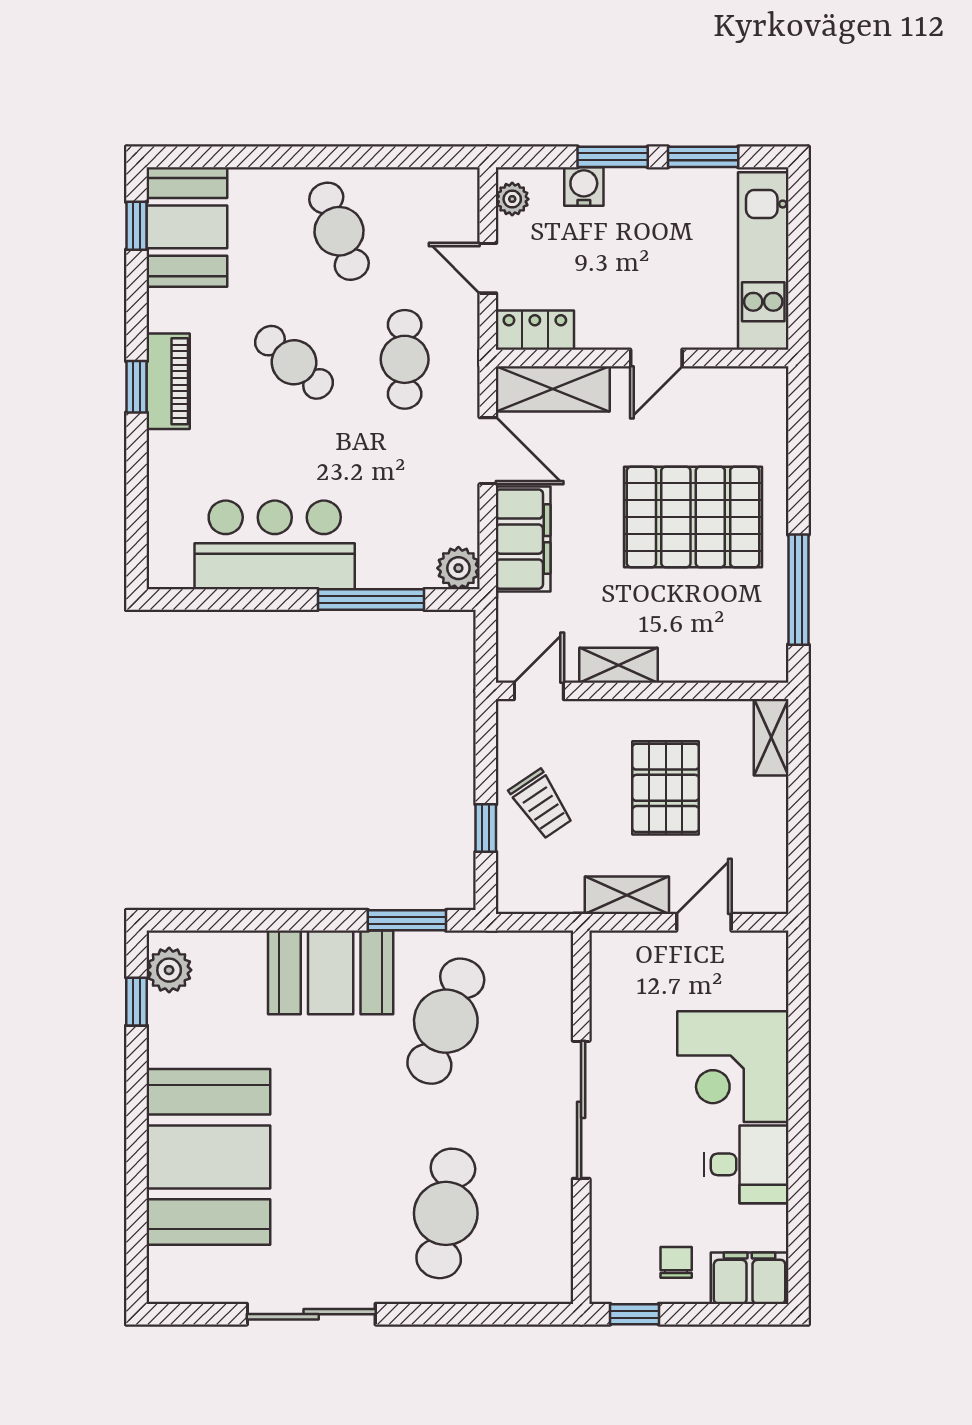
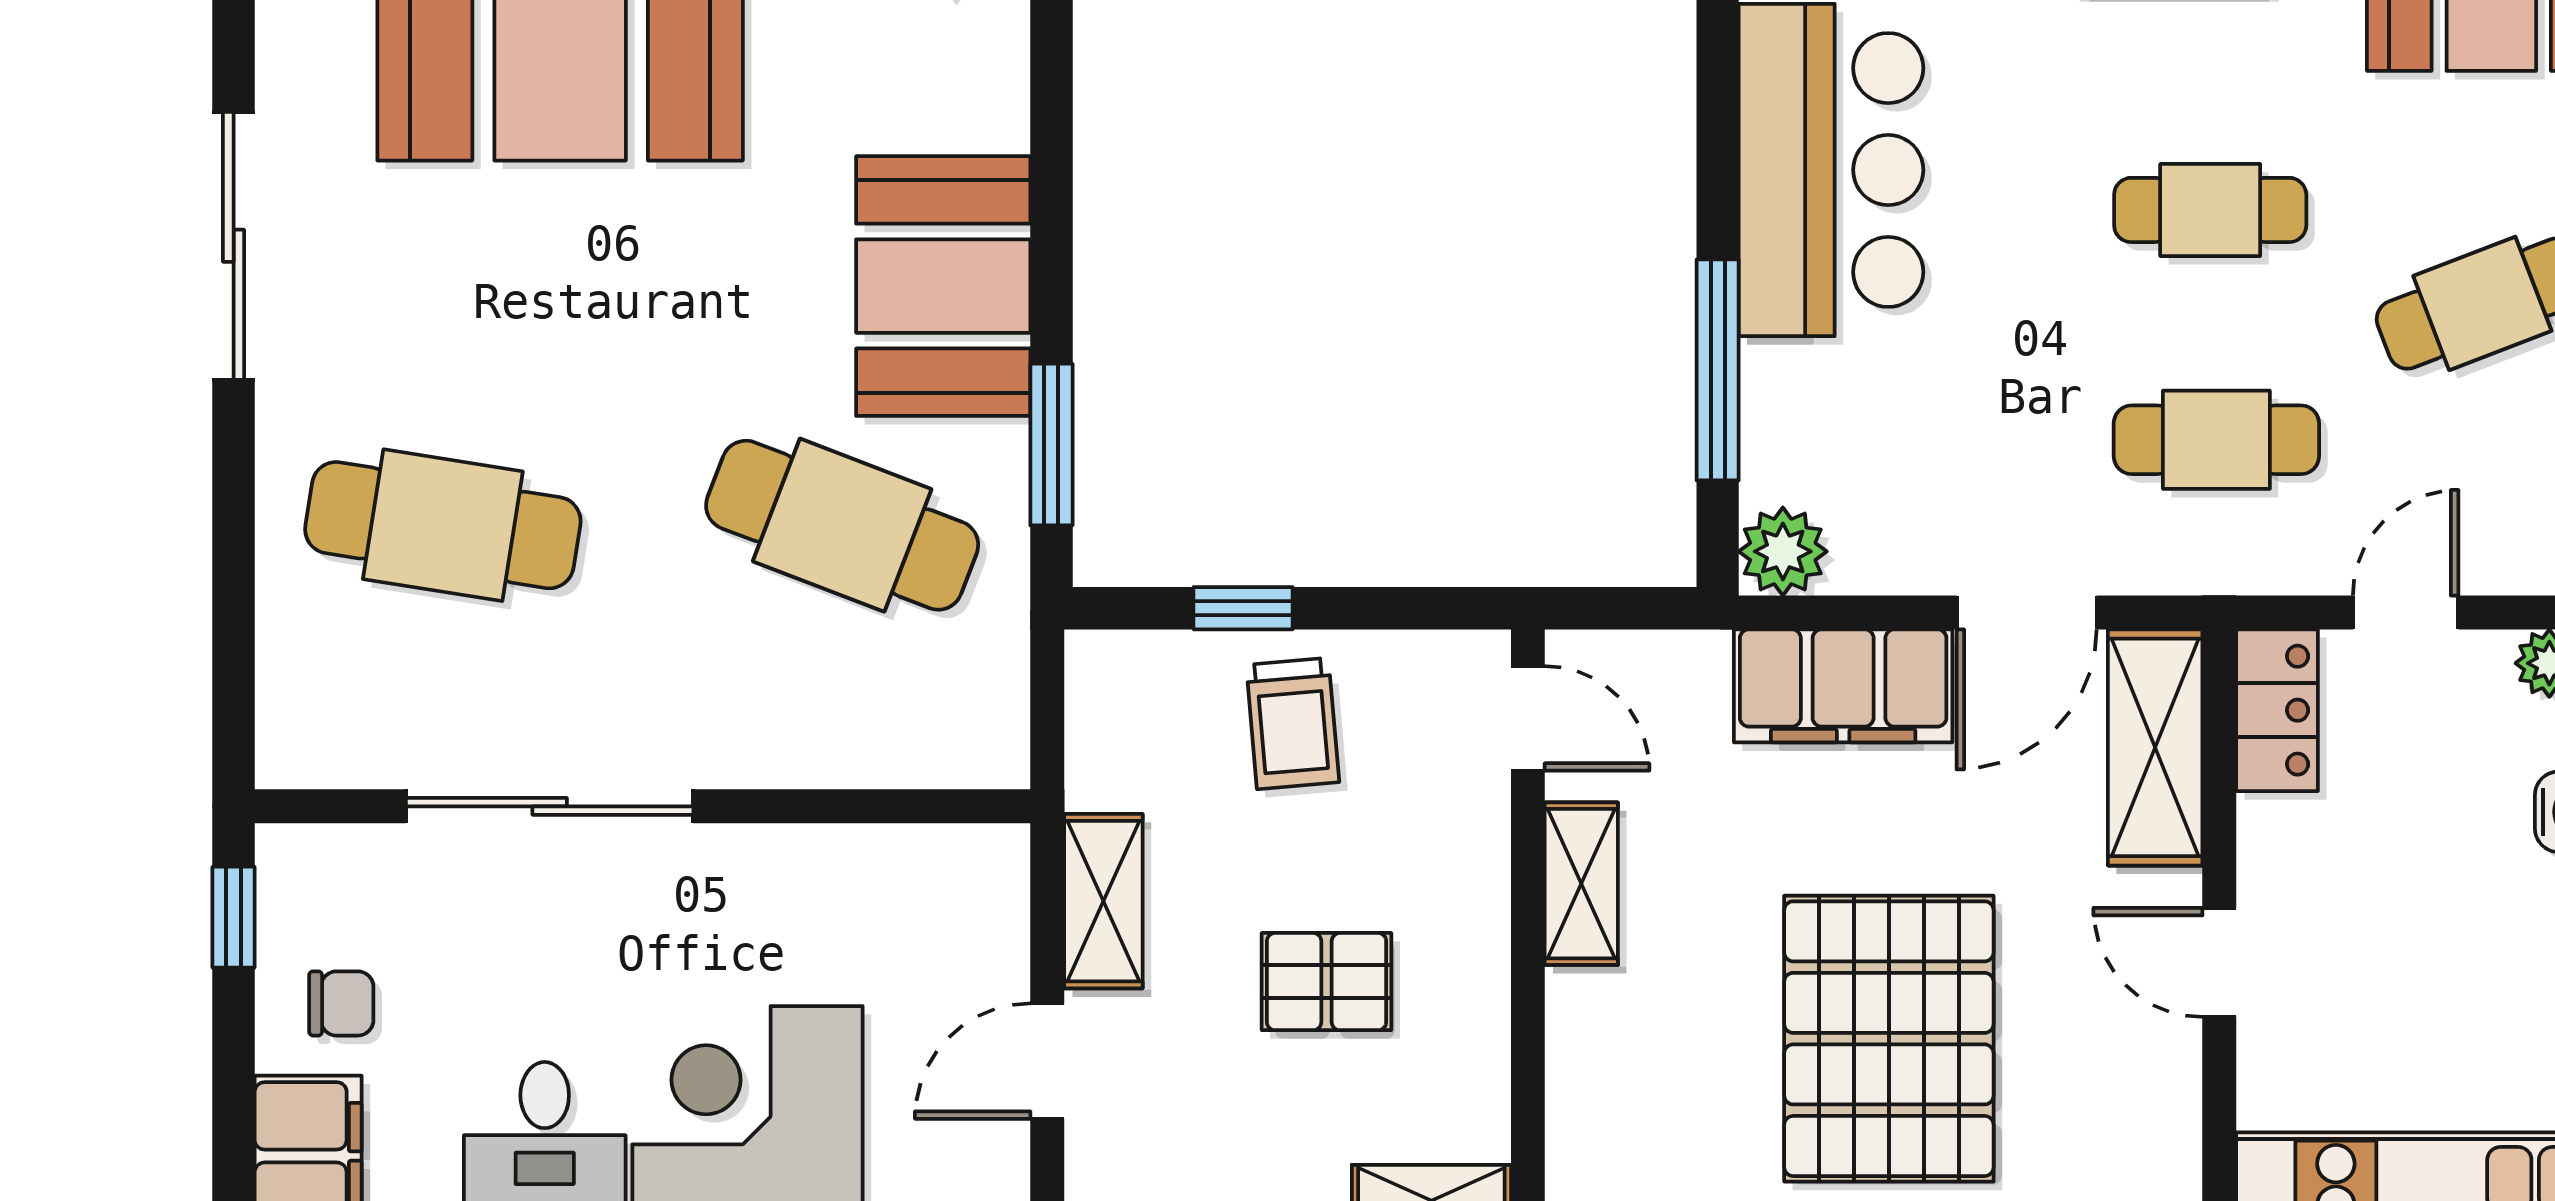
cafe table: (294, 362) -> (2210, 210), turned 48
pallet: (666, 788) -> (1327, 982), width x0.67, depth x0.71
trolley: (541, 804) -> (1293, 723), turned -61
door: (704, 922) -> (1047, 1061), swing flipped
sliding door: (581, 1110) -> (550, 806), moved

